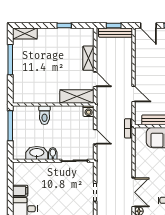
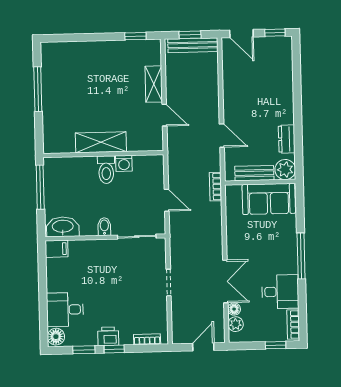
window: (64, 26) -> (135, 36), moved
shelving: (25, 33) -> (59, 50), removed
shelving: (77, 97) -> (101, 142), moved
washing machine: (89, 111) -> (124, 163), moved
toilet: (44, 115) -> (106, 170), moved
washbasin: (37, 153) -> (63, 227), moved
filing cabinet: (20, 191) -> (57, 249), moved

